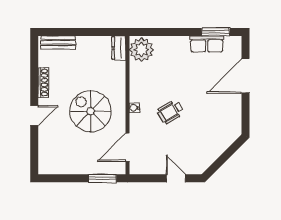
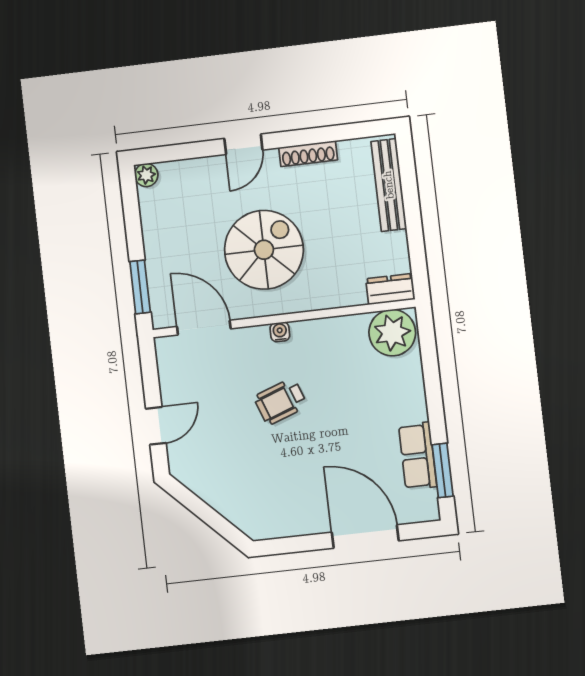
bench: (58, 42) -> (389, 185), width x1.36
wheelchair: (170, 112) -> (281, 401), turned -80
door: (34, 116) -> (243, 144), hinge flipped
plant: (44, 168) -> (146, 175), added

